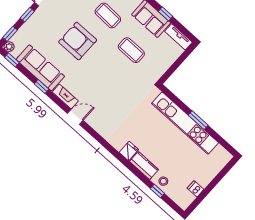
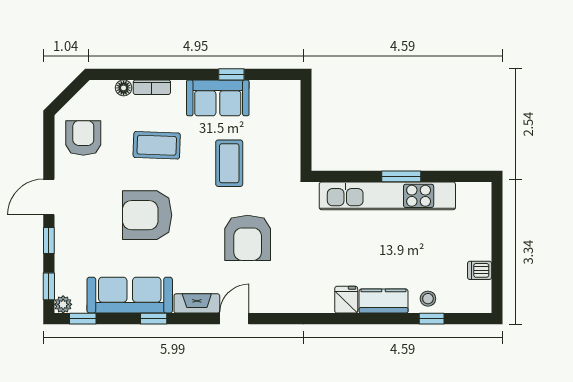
tv unit: (178, 37) -> (276, 89), removed
coffee table: (131, 50) -> (229, 163), turned 90
armchair: (111, 88) -> (248, 238), added

